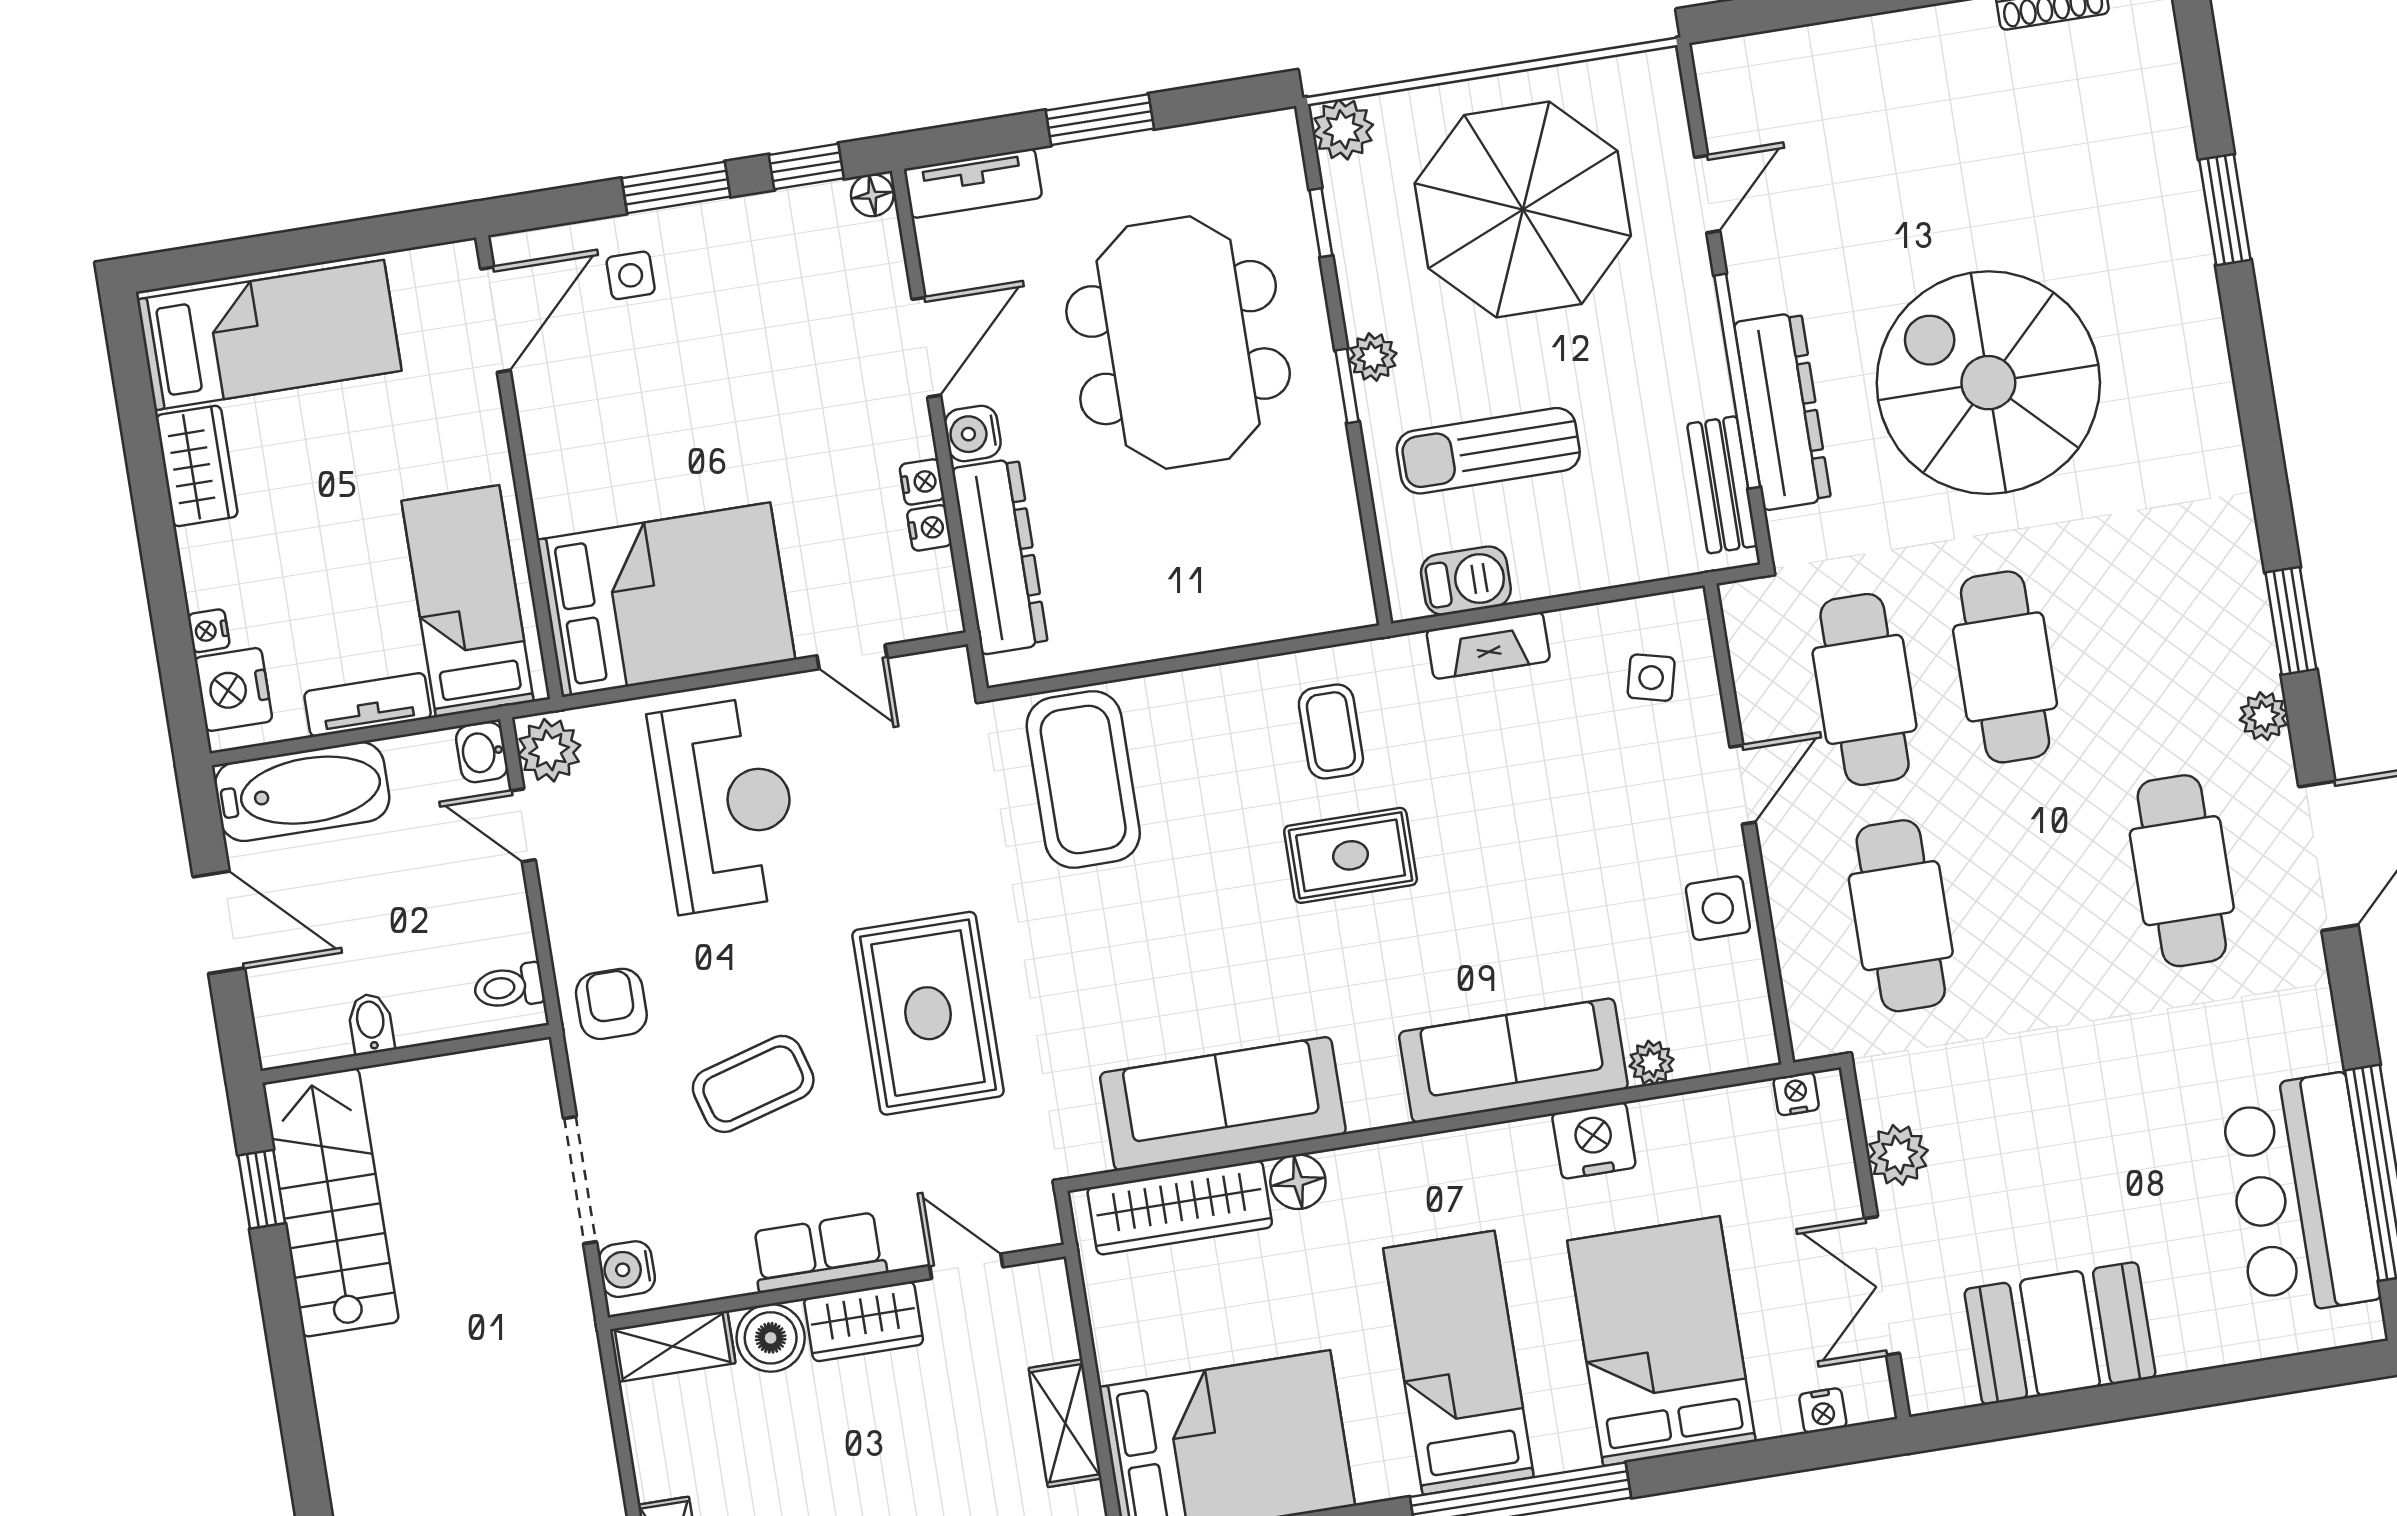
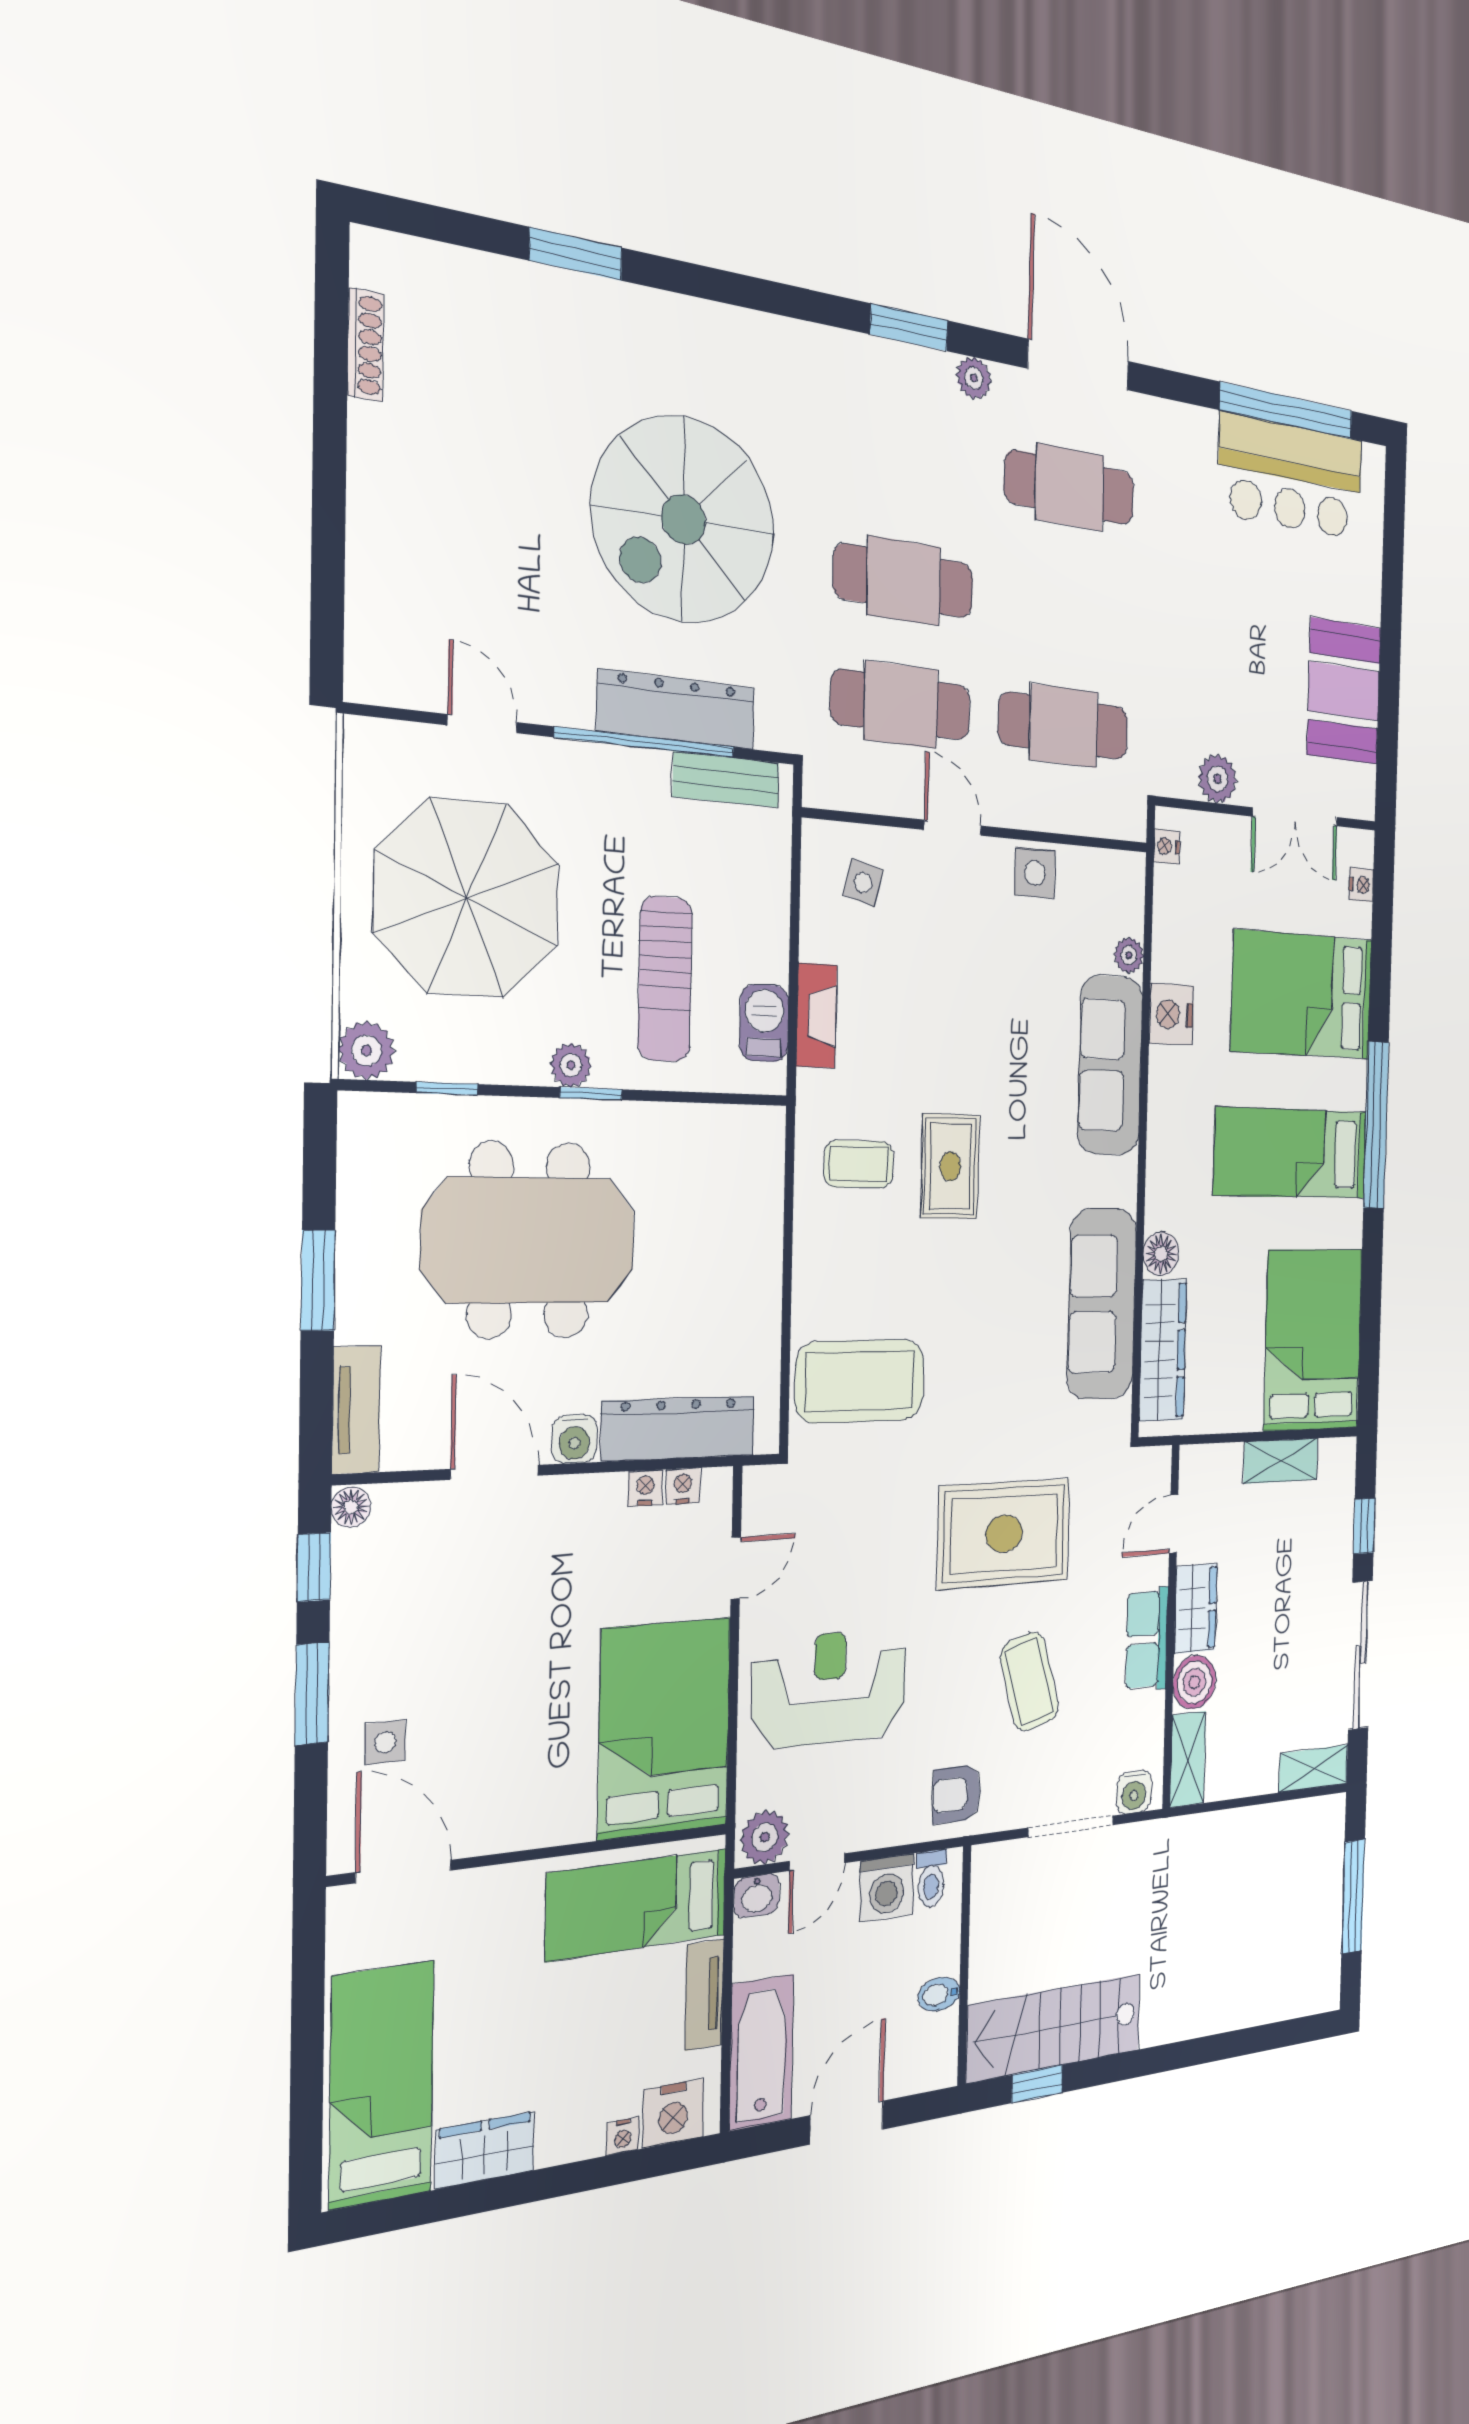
nightstand: (922, 482) -> (683, 1486), moved
washing machine: (496, 926) -> (887, 1887), added

